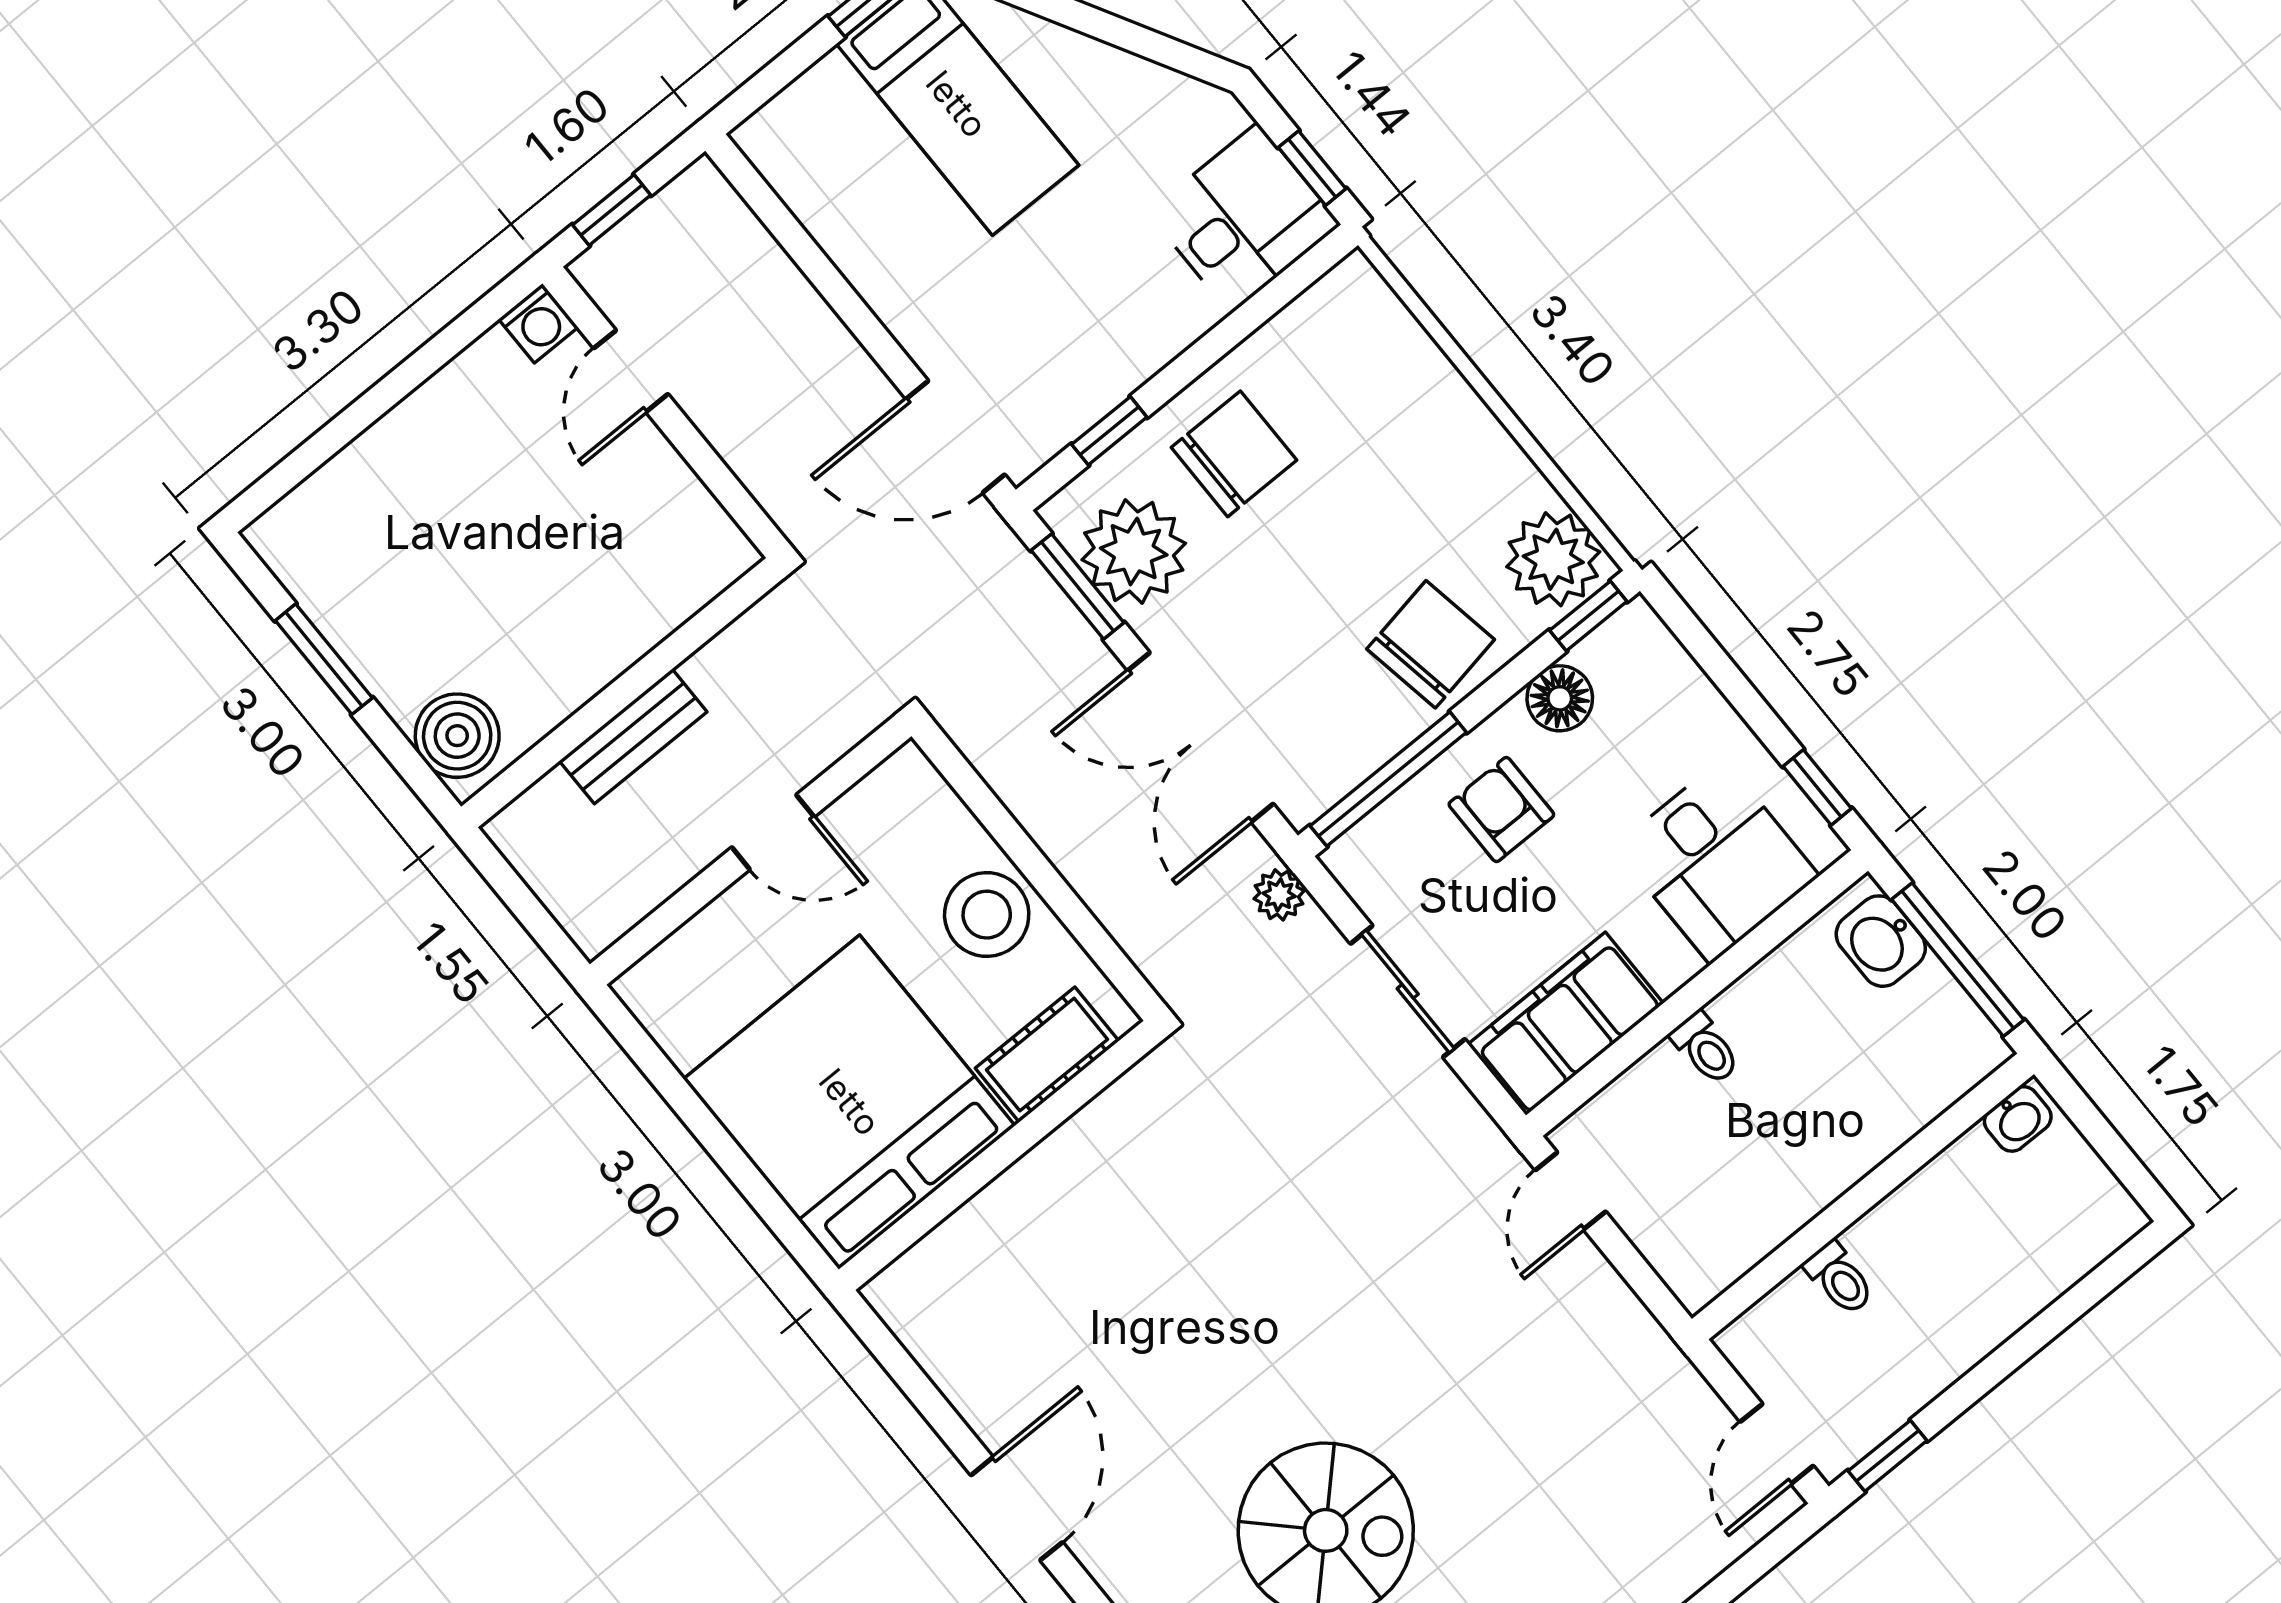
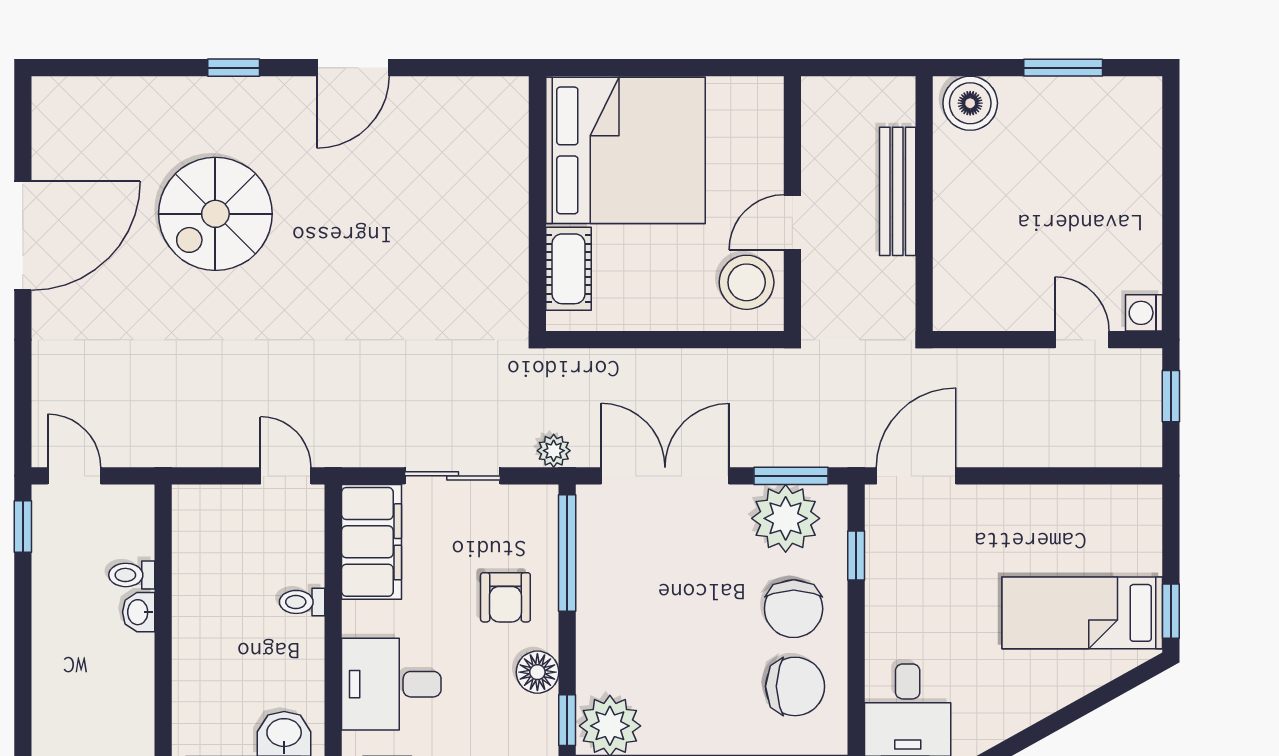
chair: (1431, 644) -> (795, 686), moved, turned -80
bench: (633, 736) -> (898, 191), width x1.36
armchair: (1501, 810) -> (505, 597), turned 90
stool: (987, 915) -> (747, 282), moved
washbasin: (2018, 1119) -> (139, 612), moved
door: (1017, 1509) -> (353, 68), hinge flipped

